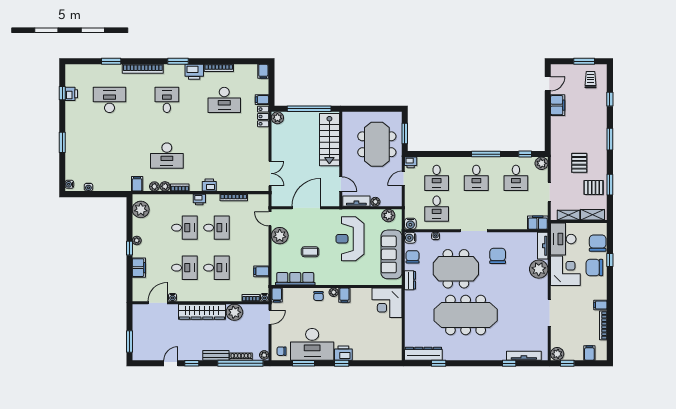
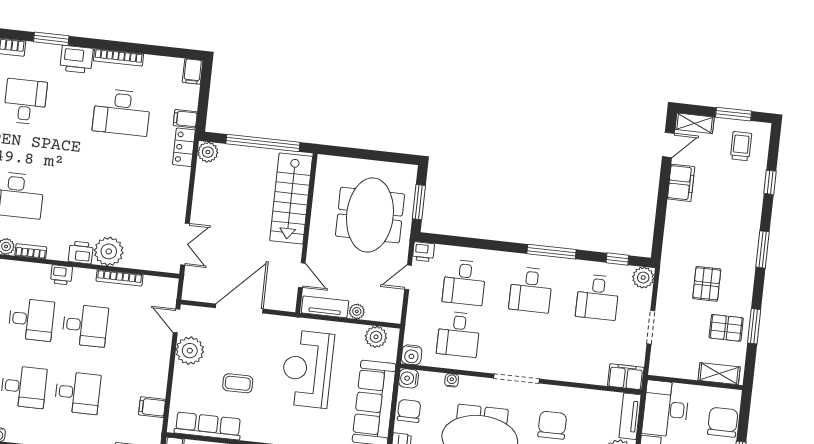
plant: (226, 183) -> (109, 251), added
shelving: (568, 215) -> (695, 123), moved

